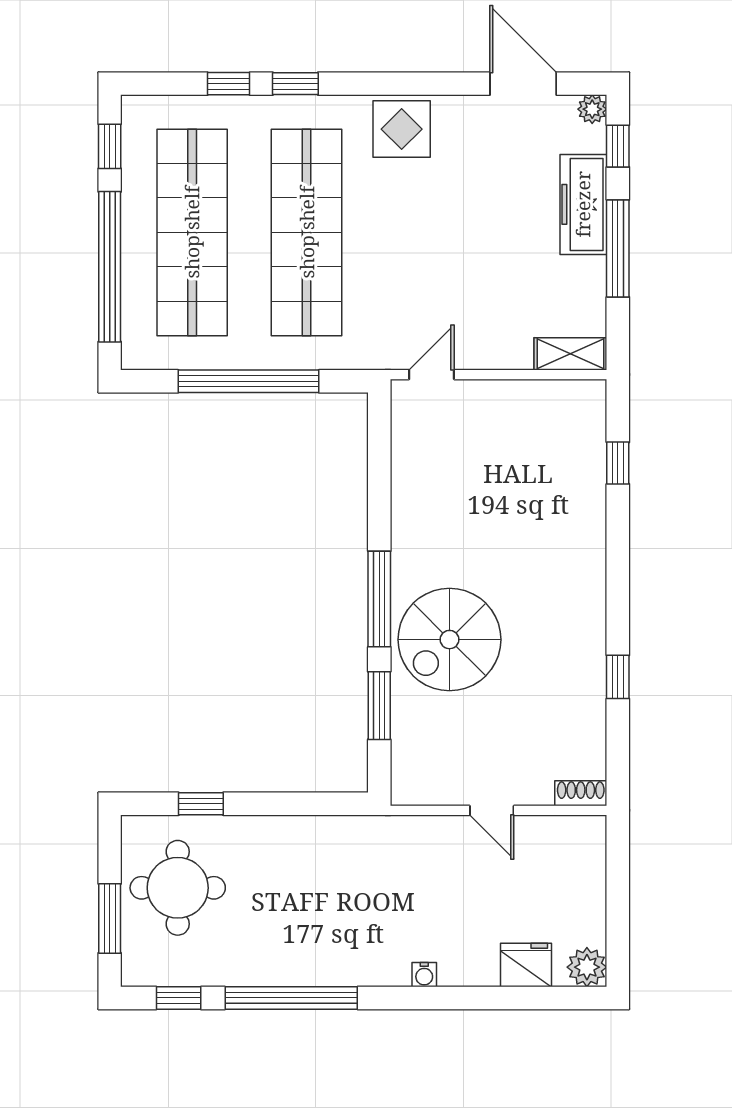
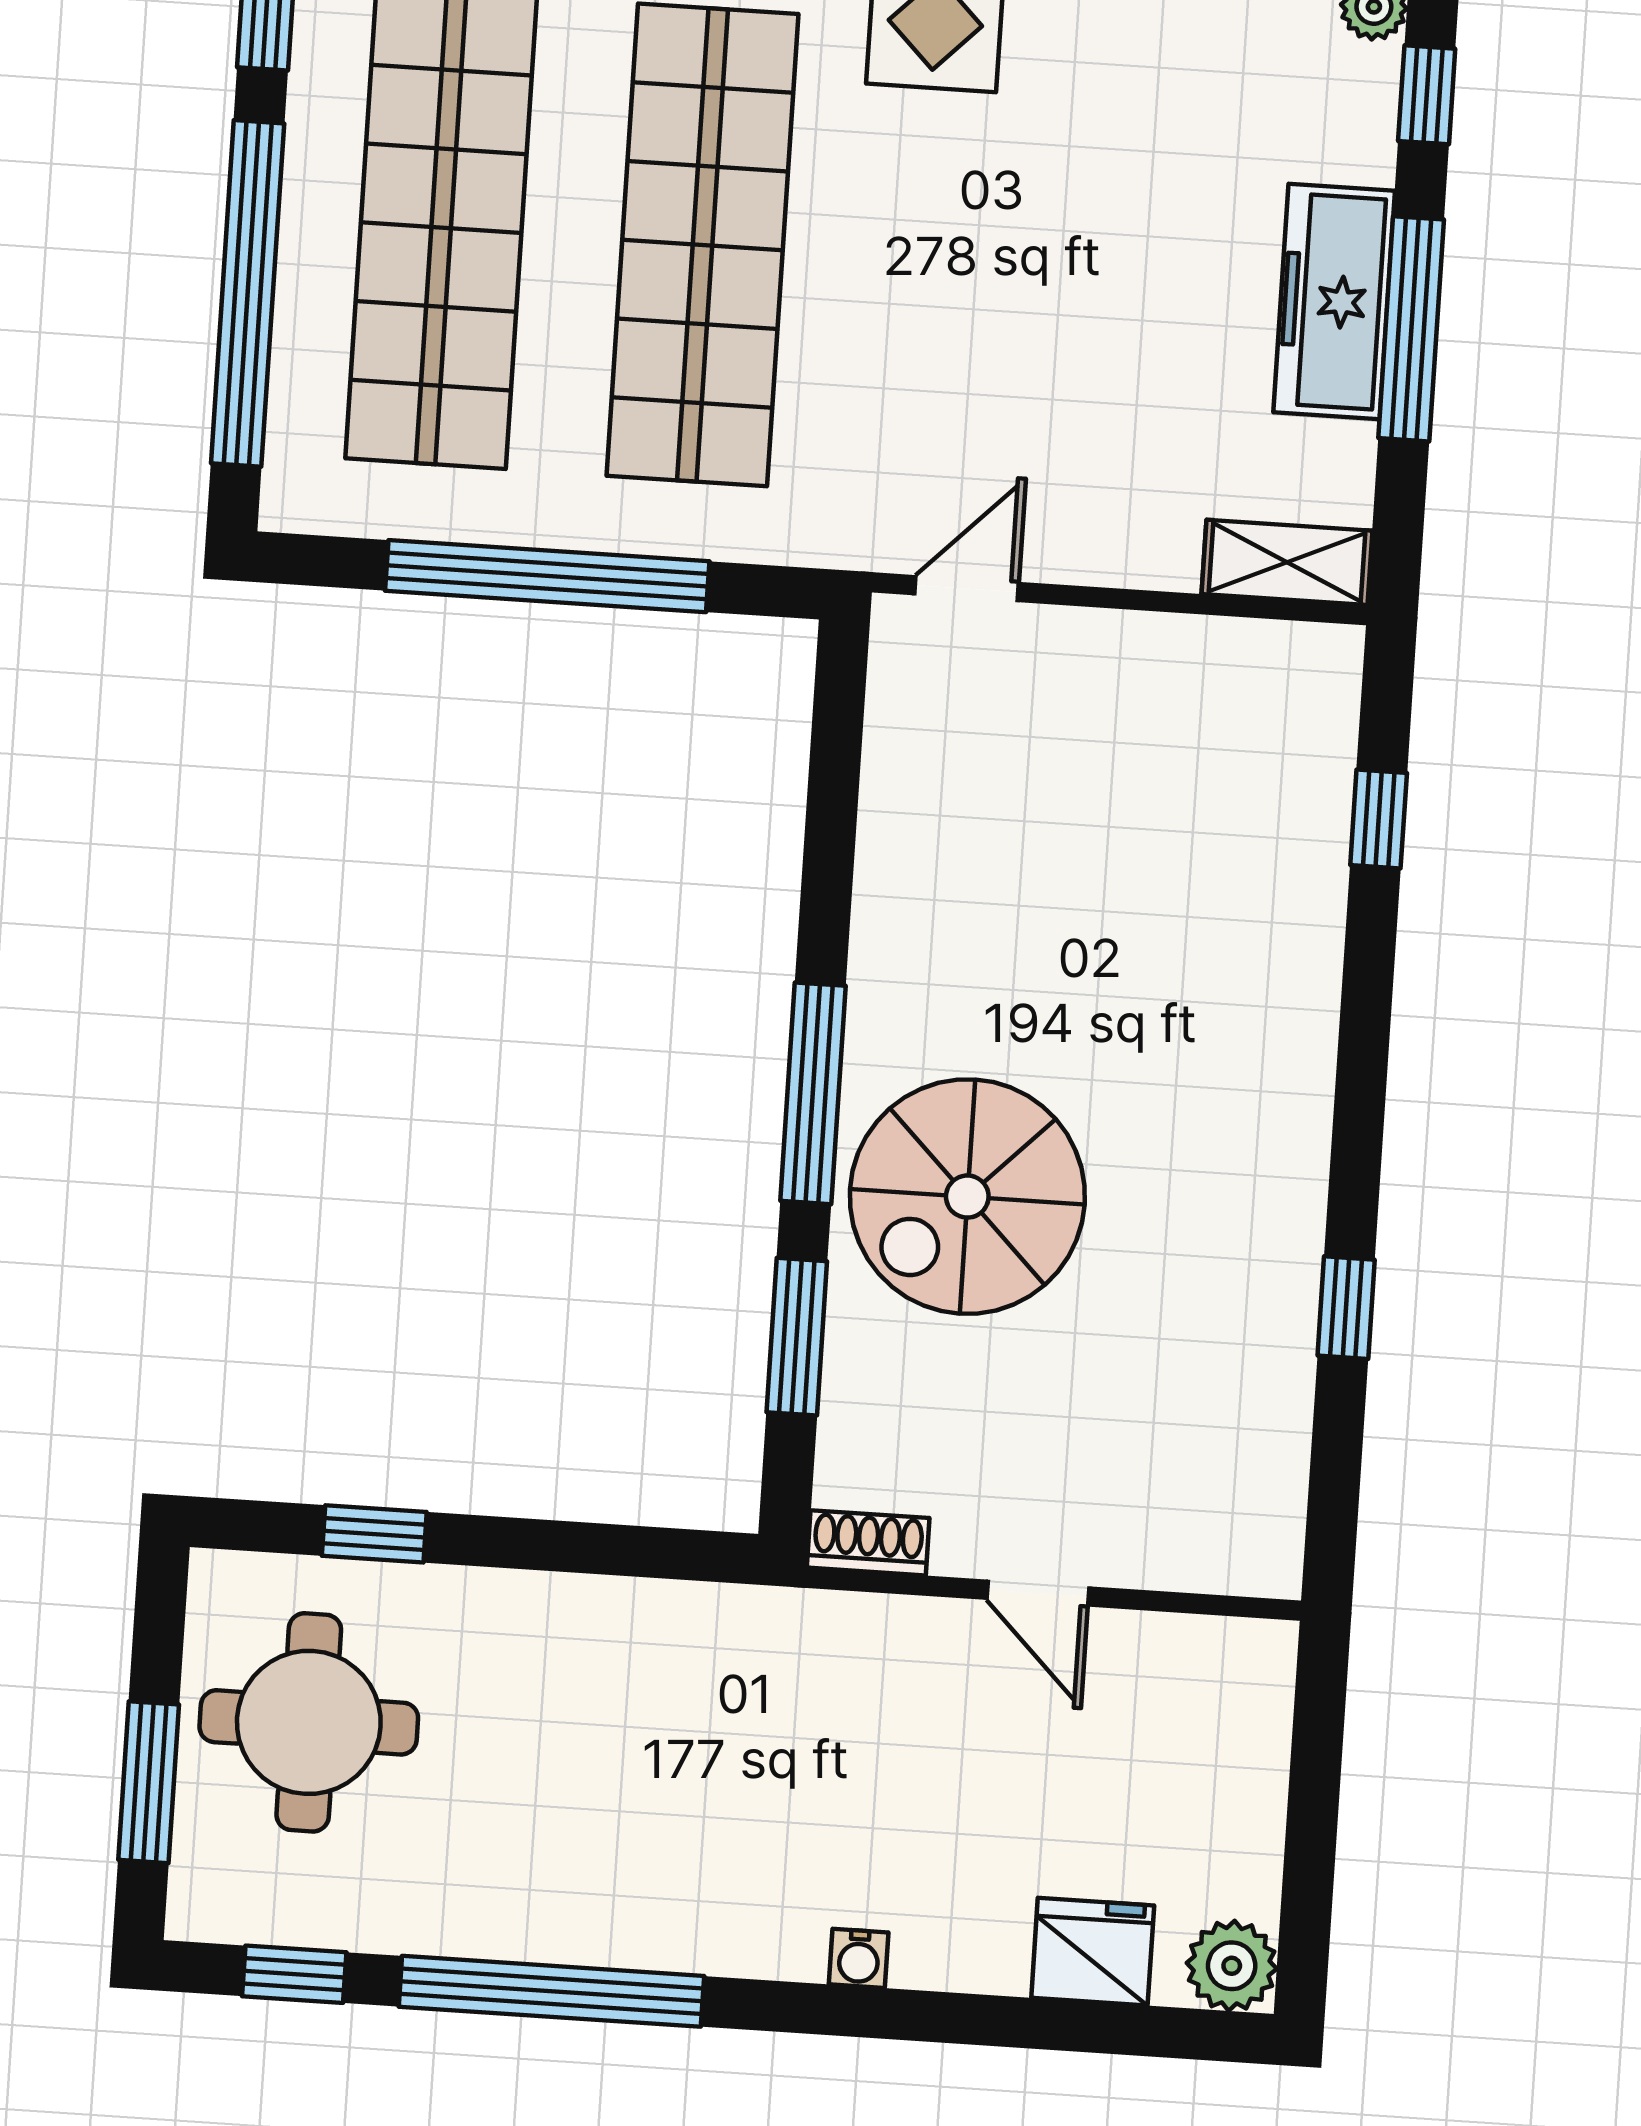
freezer: (583, 204) -> (1334, 302), moved
shoe rack: (581, 793) -> (868, 1543), moved

